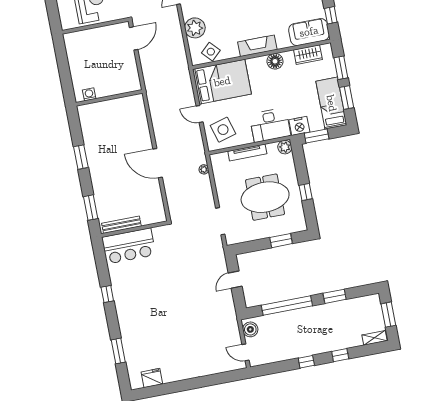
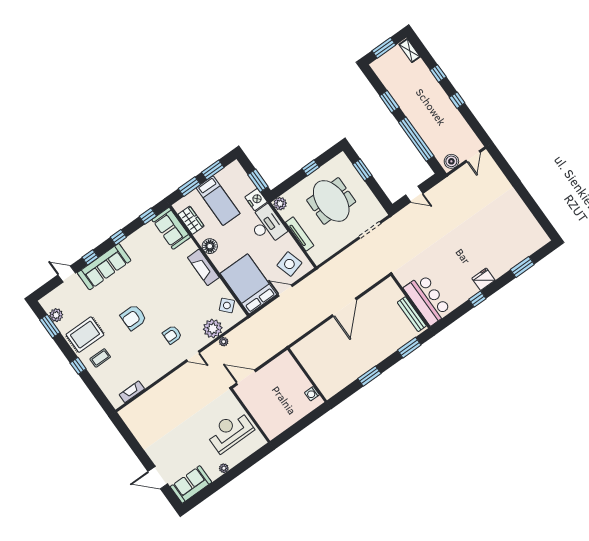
bed: (331, 103) -> (218, 201), moved, turned -90
door: (200, 114) -> (285, 290), swing flipped
plant: (204, 169) -> (224, 342), moved
fridge: (152, 378) -> (483, 279), moved, turned 90

